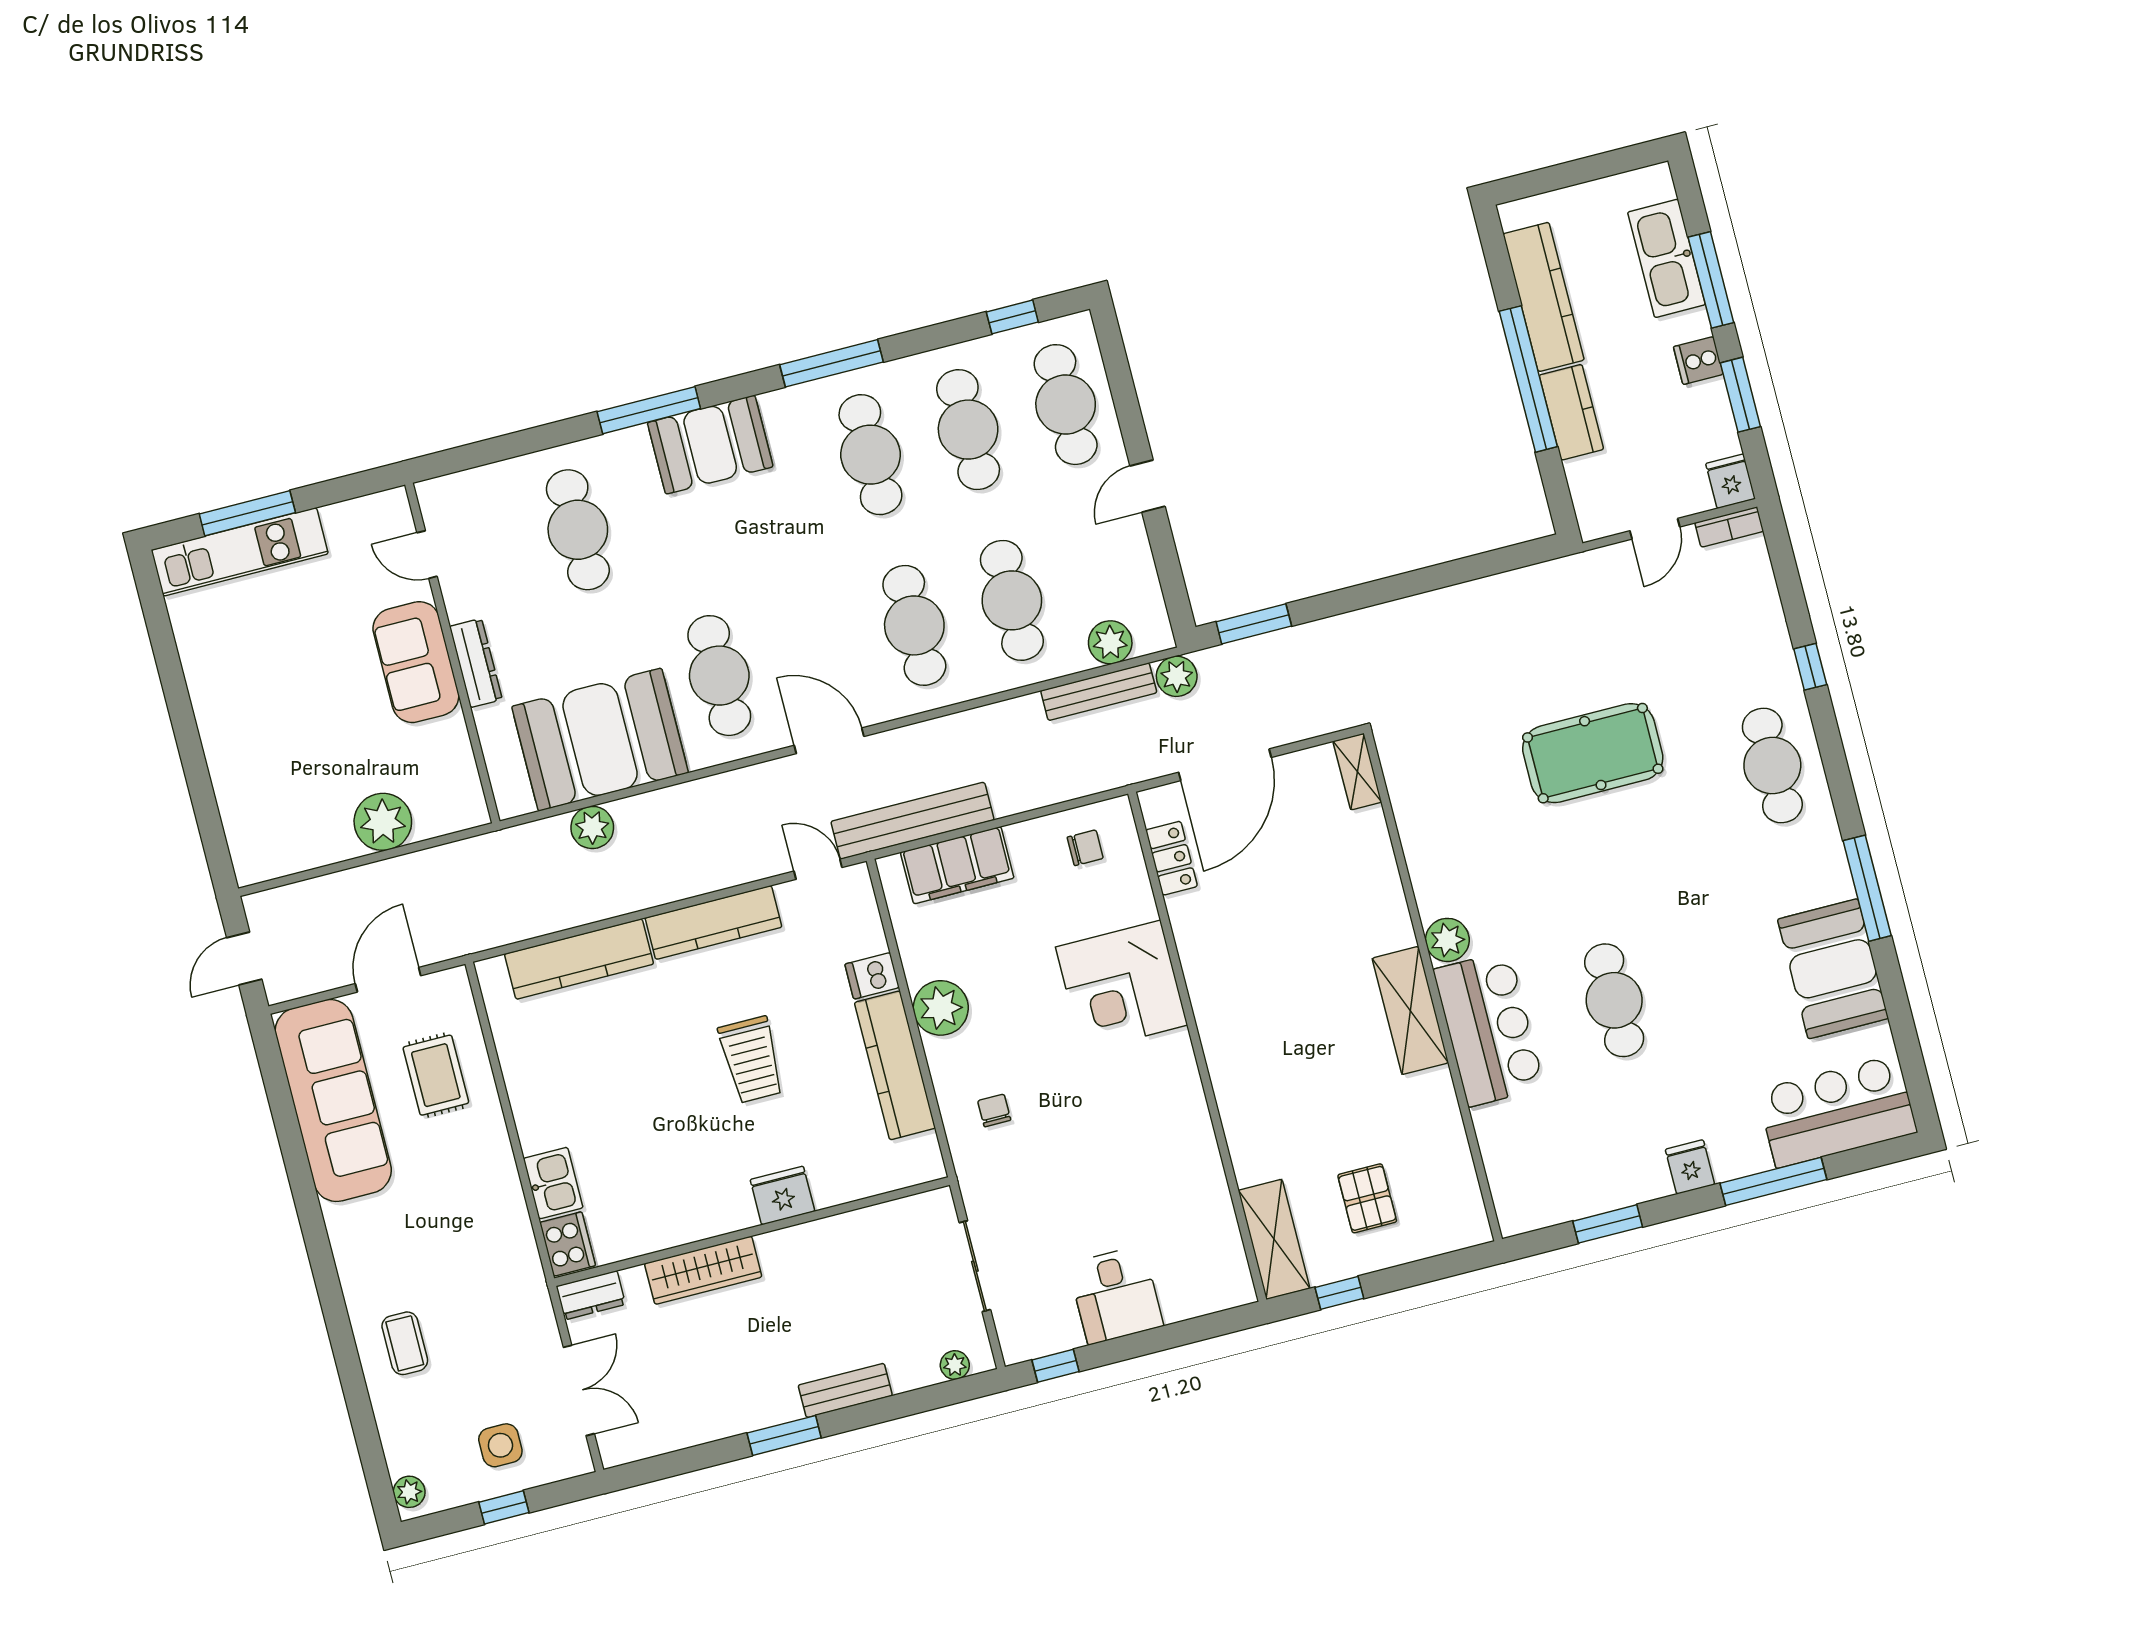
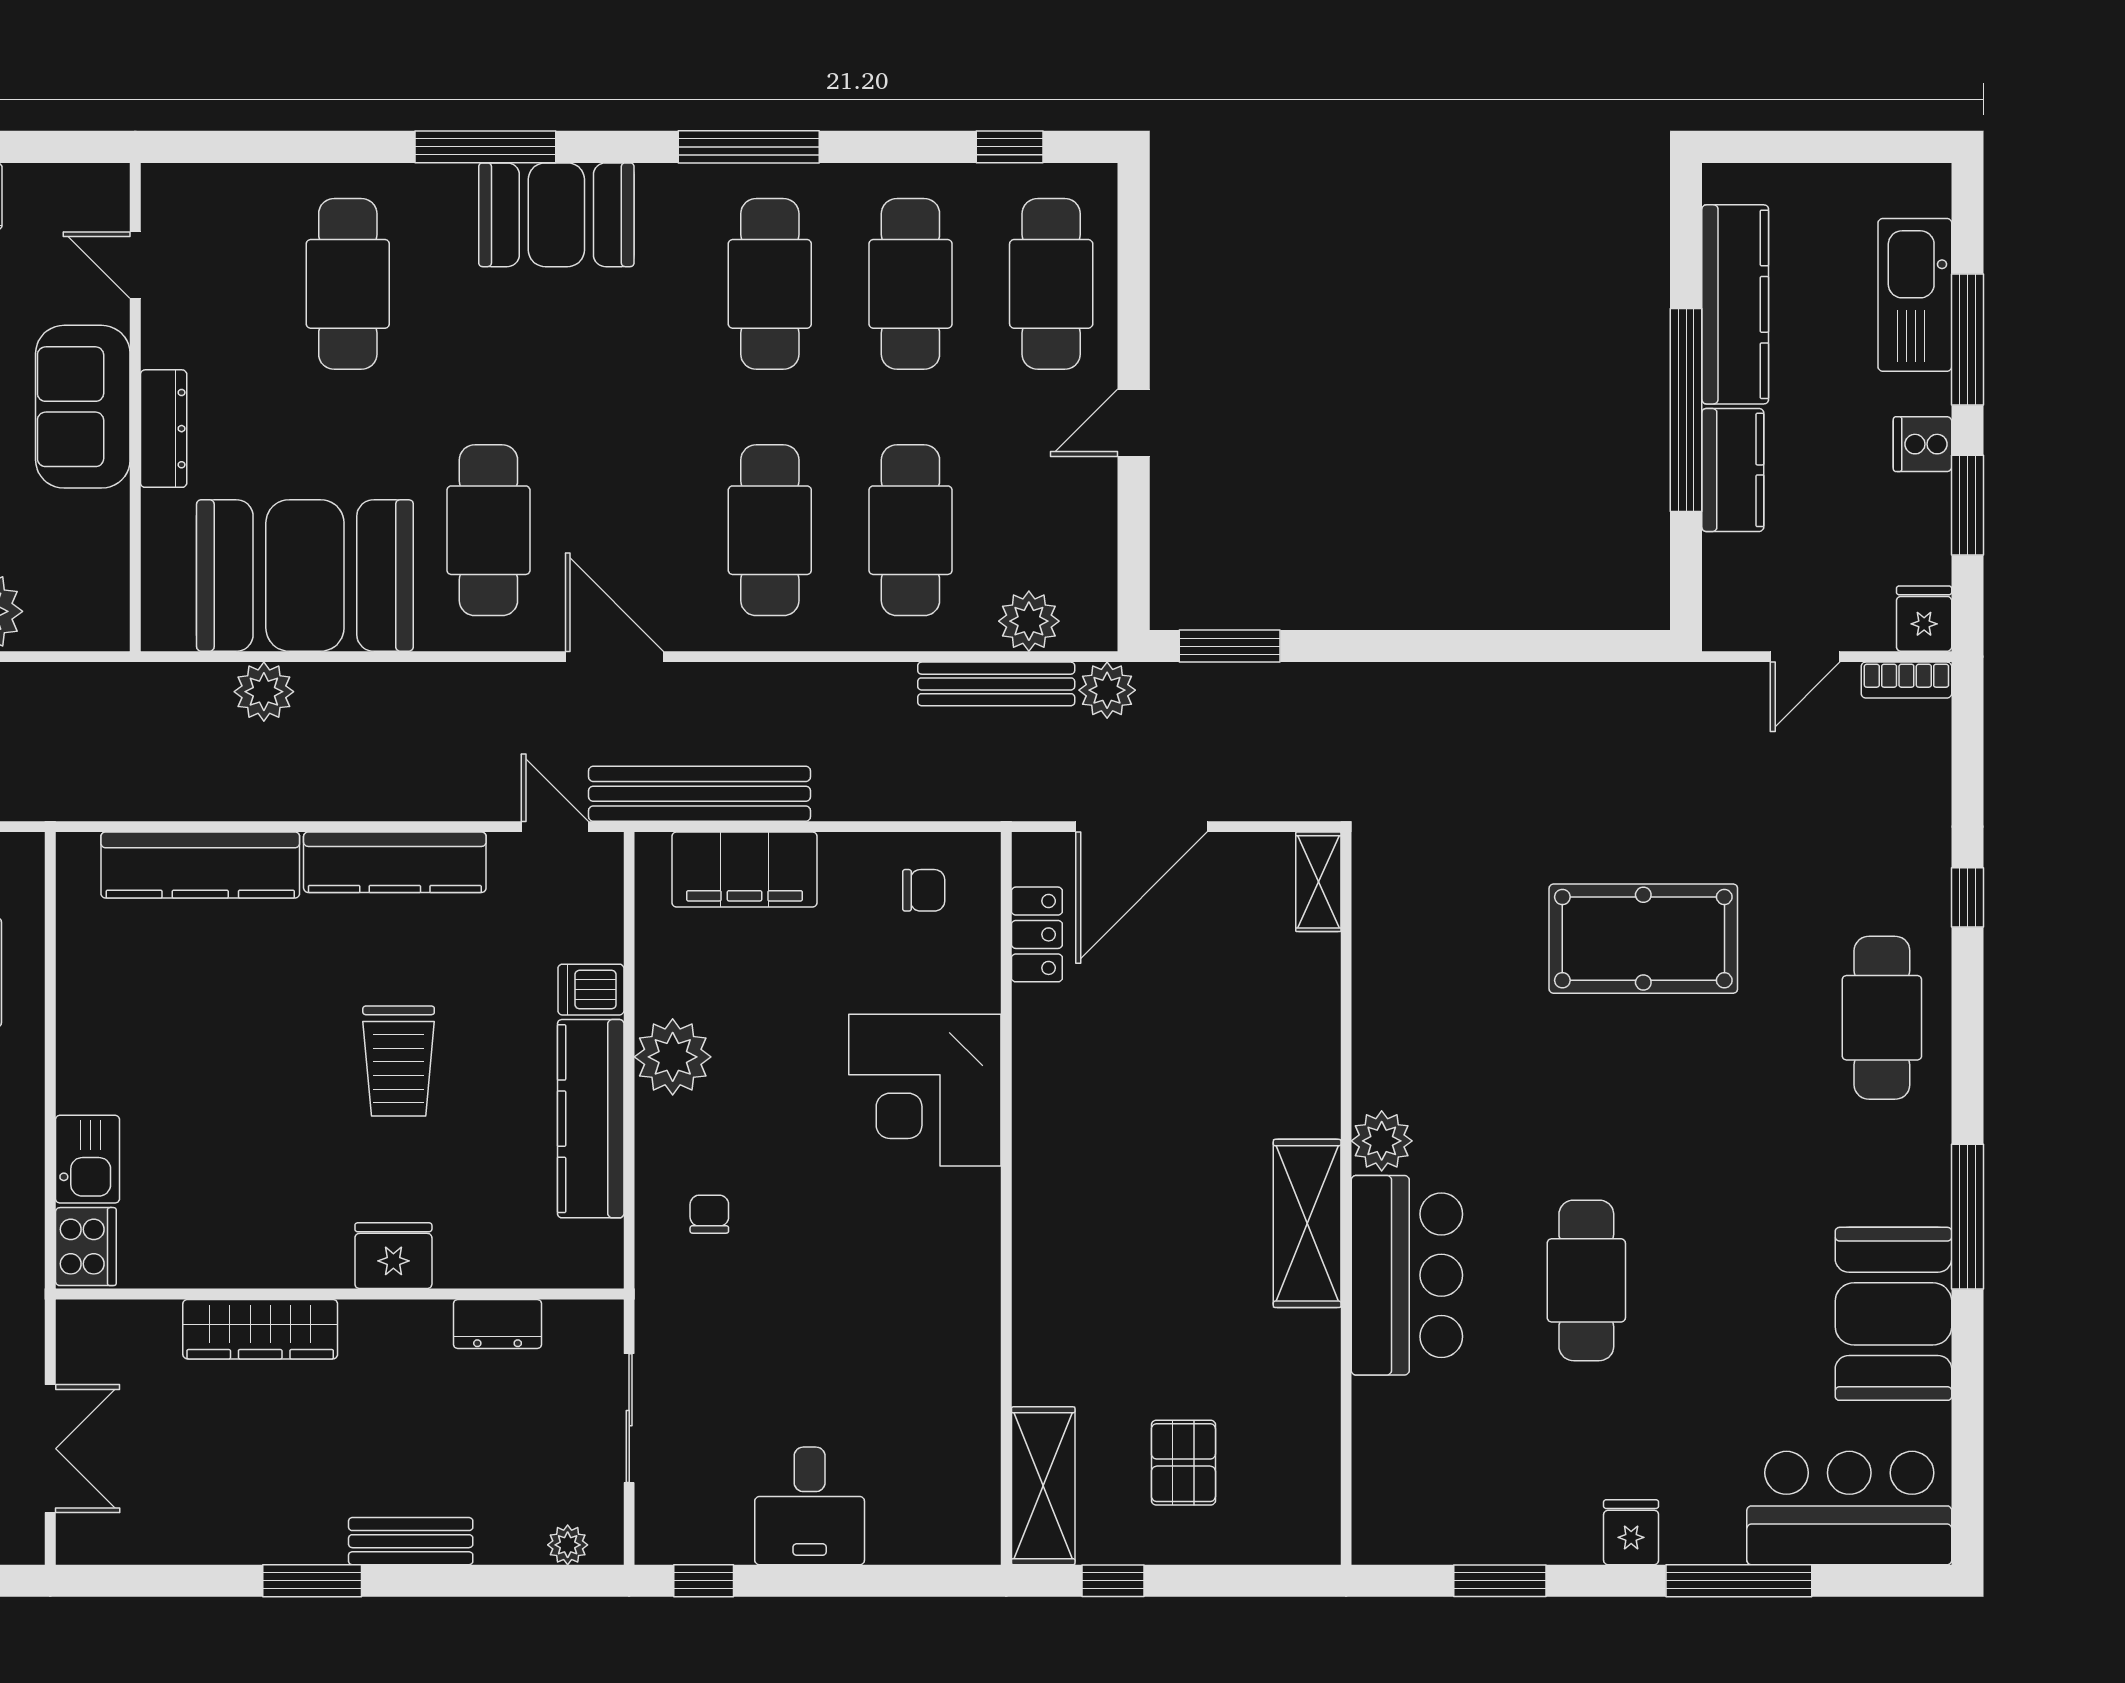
dresser: (591, 1295) -> (498, 1324), moved

